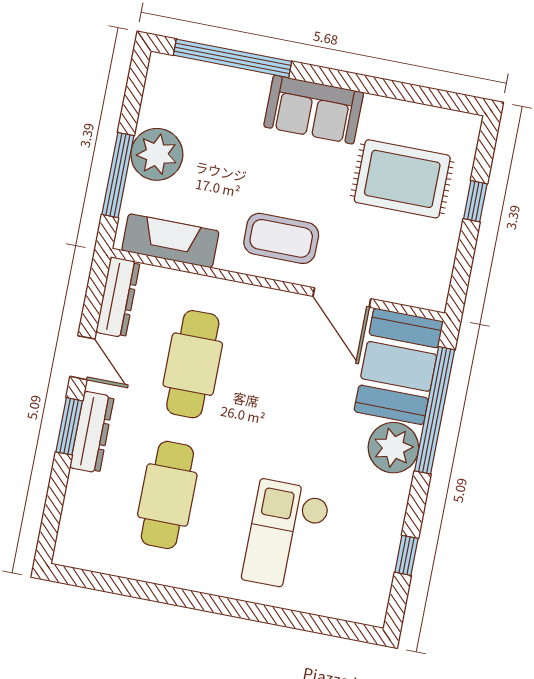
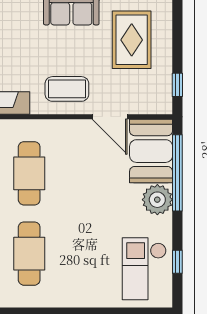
rug: (402, 179) -> (132, 40), turned 90
window: (475, 201) -> (177, 85), moved
checkout: (286, 536) -> (144, 269), moved

